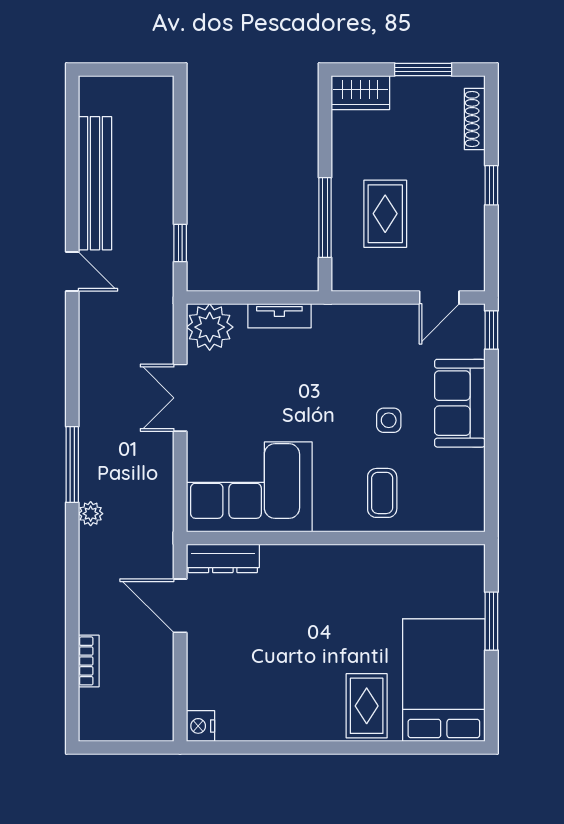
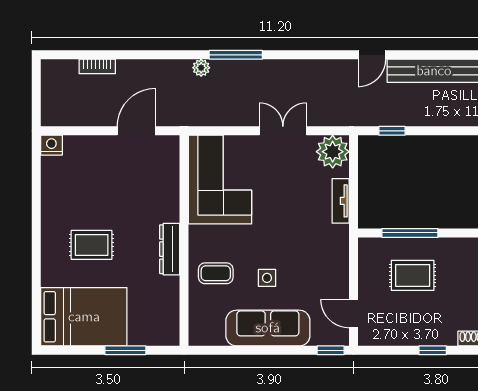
sofa: (460, 403) -> (268, 328), width x1.36
dresser: (223, 558) -> (170, 249), moved
rug: (367, 706) -> (92, 245), moved

